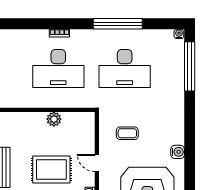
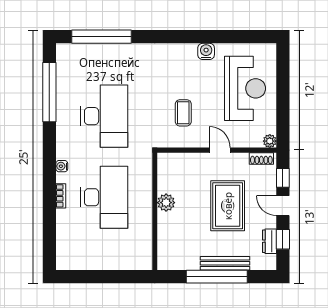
window: (118, 24) -> (49, 92), moved
water cooler: (179, 34) -> (62, 166), moved
door: (97, 163) -> (220, 150), swing flipped

